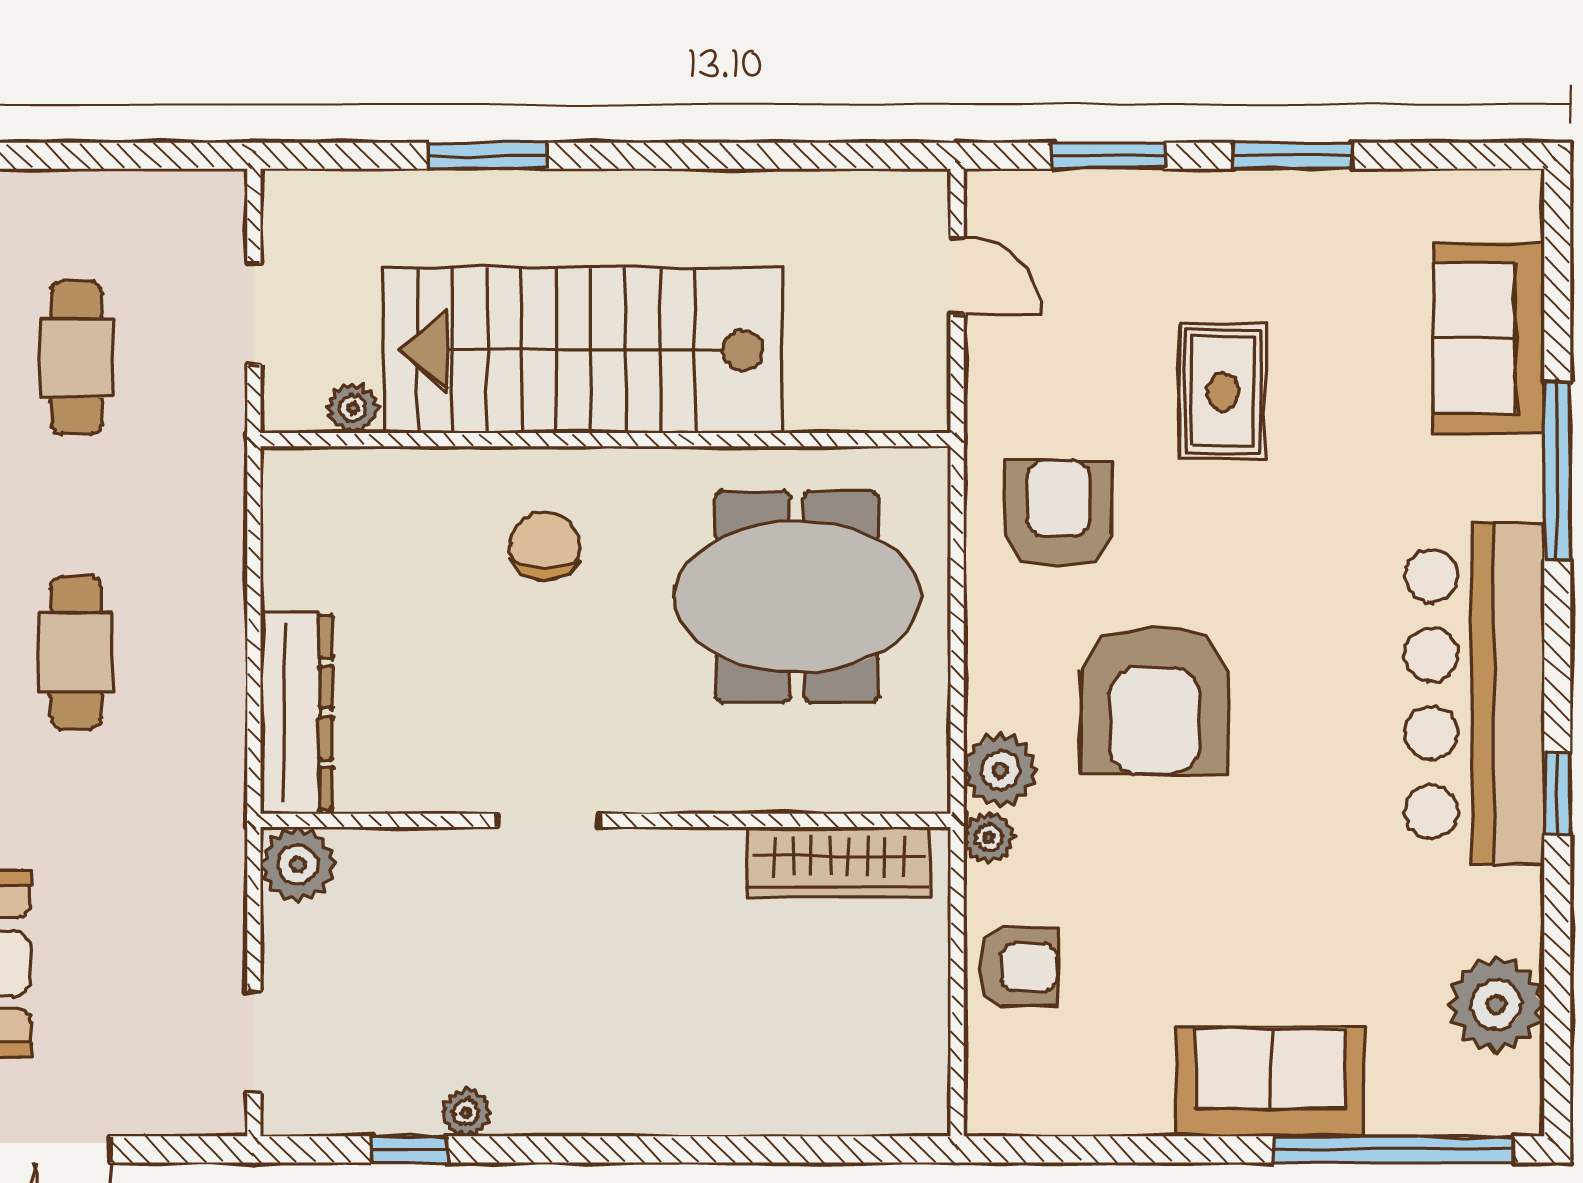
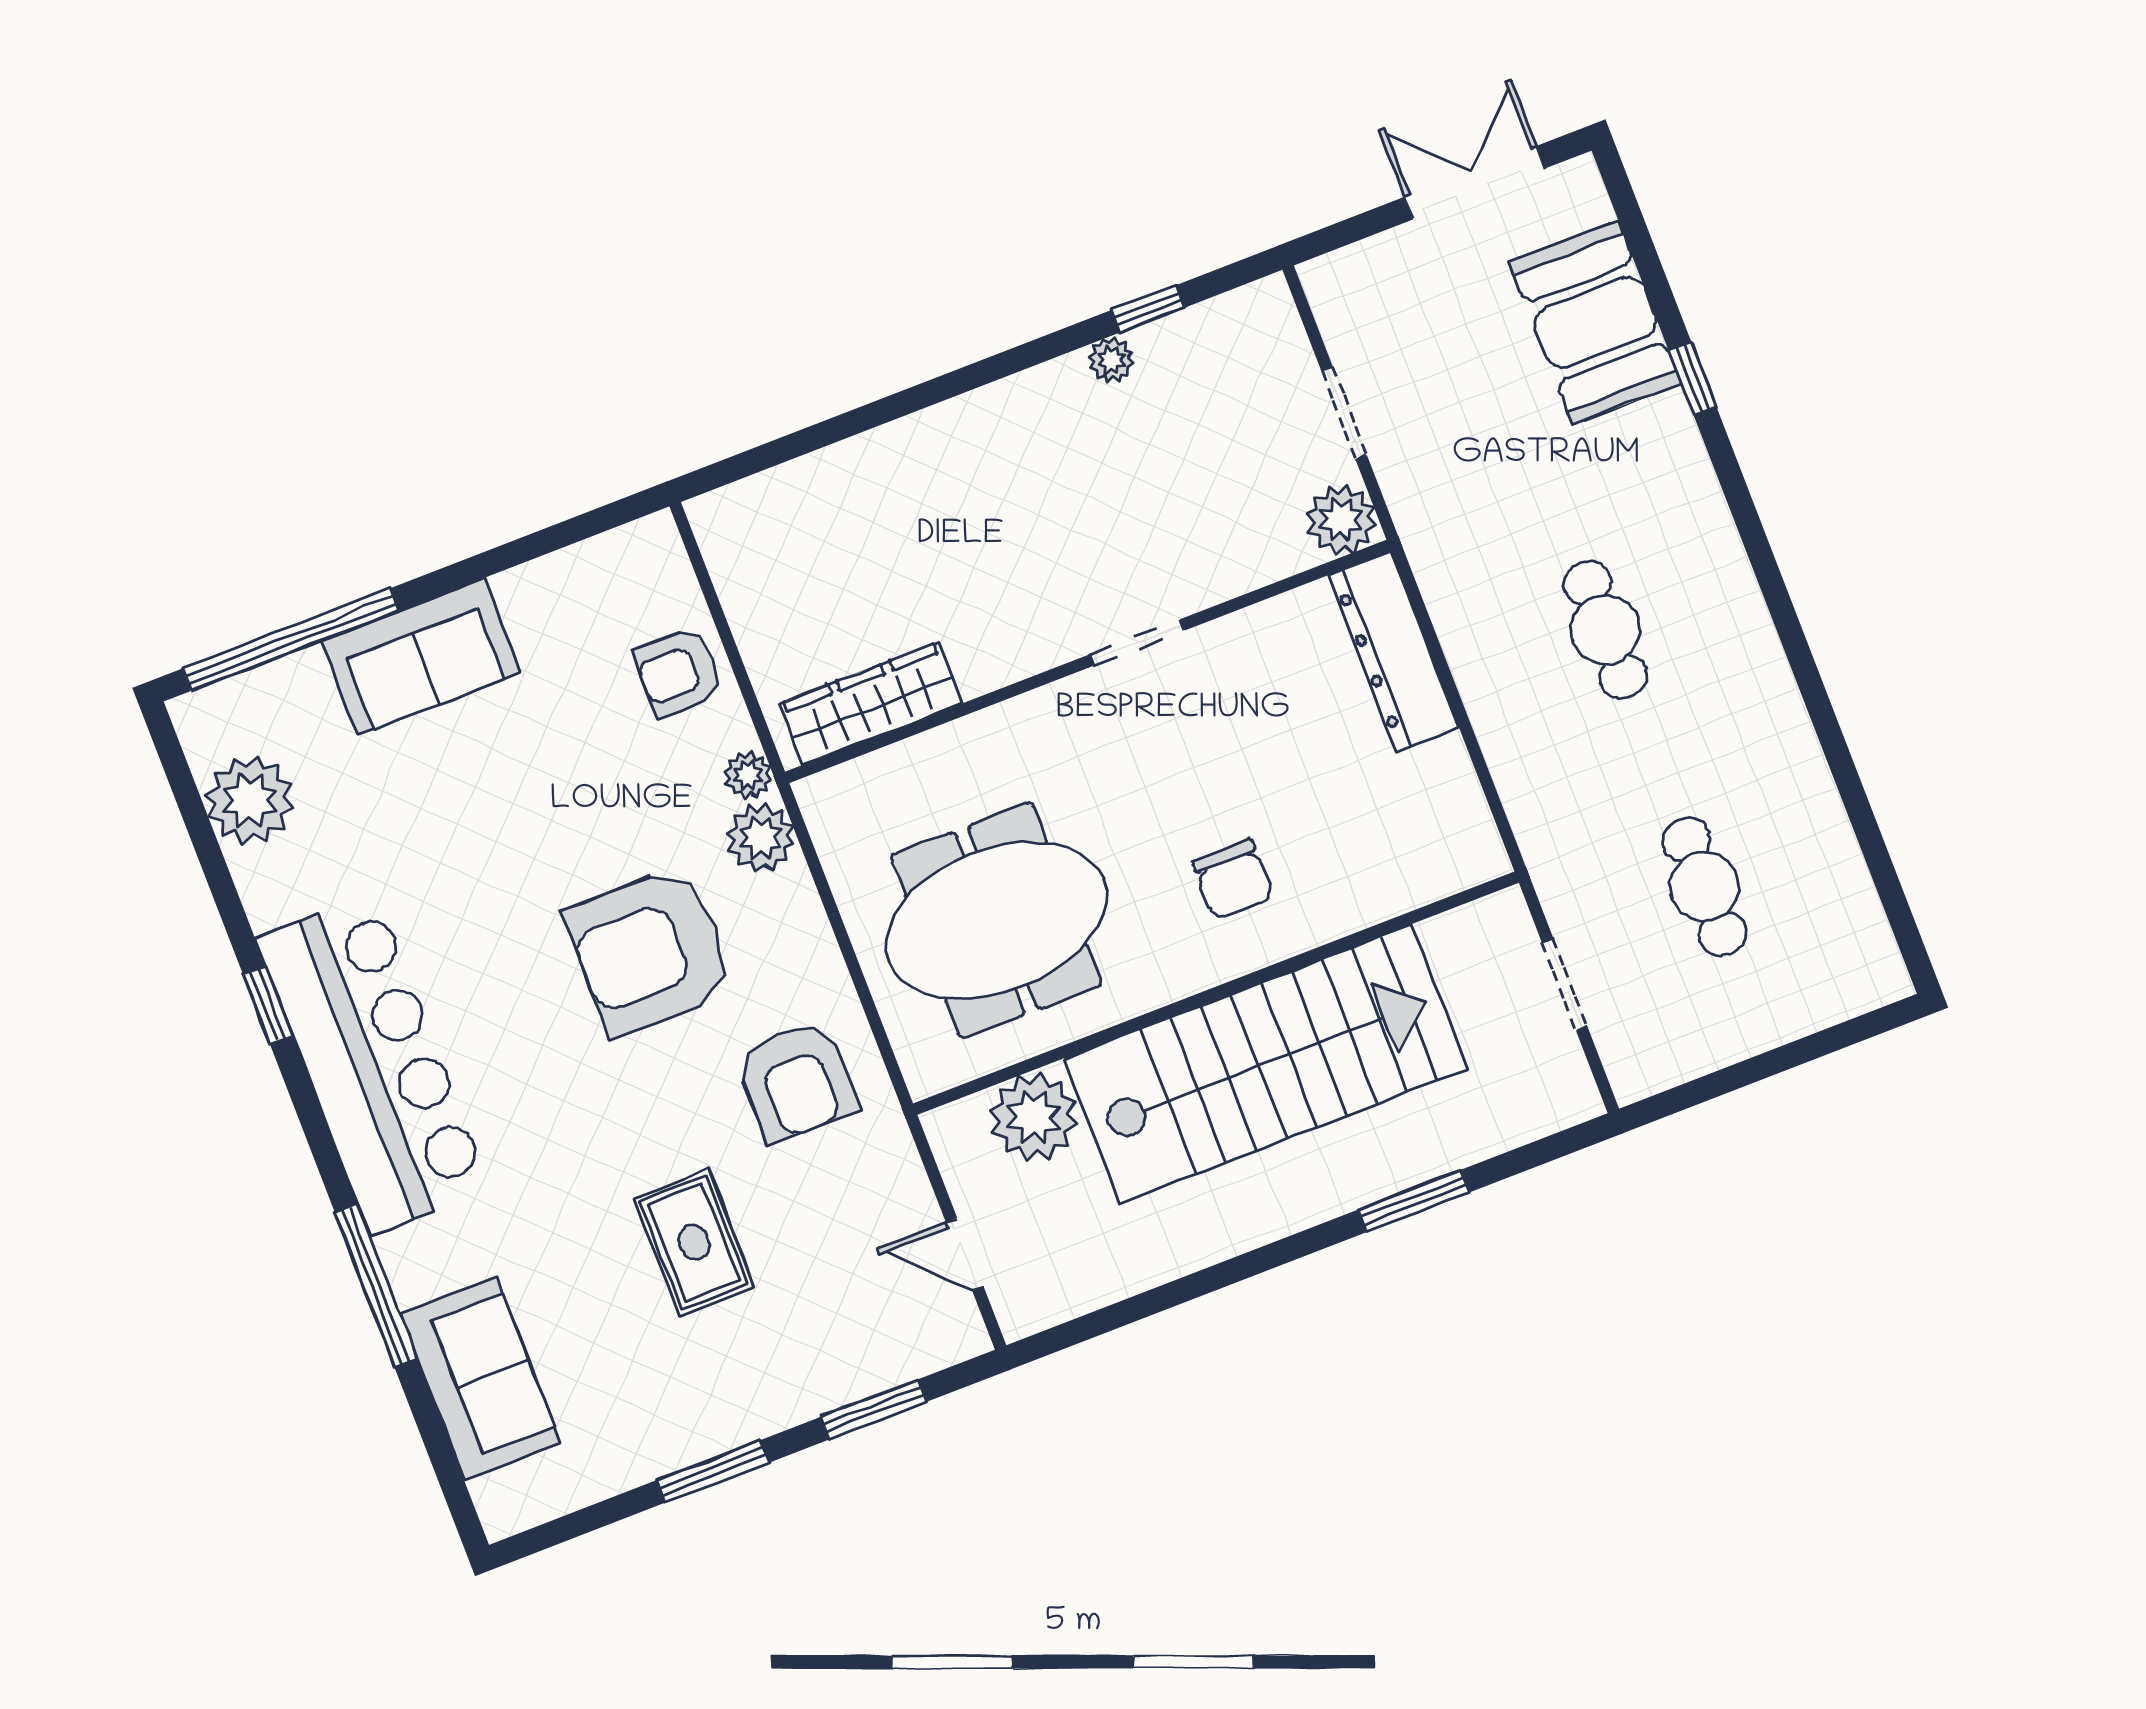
plant: (353, 408) -> (1034, 1117), moved, width x1.88, depth x1.88
armchair: (1154, 700) -> (650, 951), turned -90
doorway: (254, 1042) -> (1344, 413), moved

